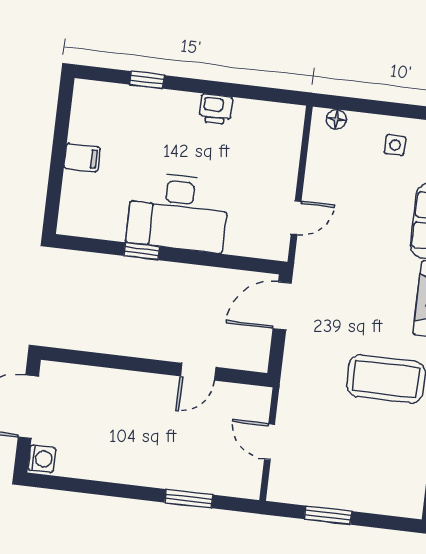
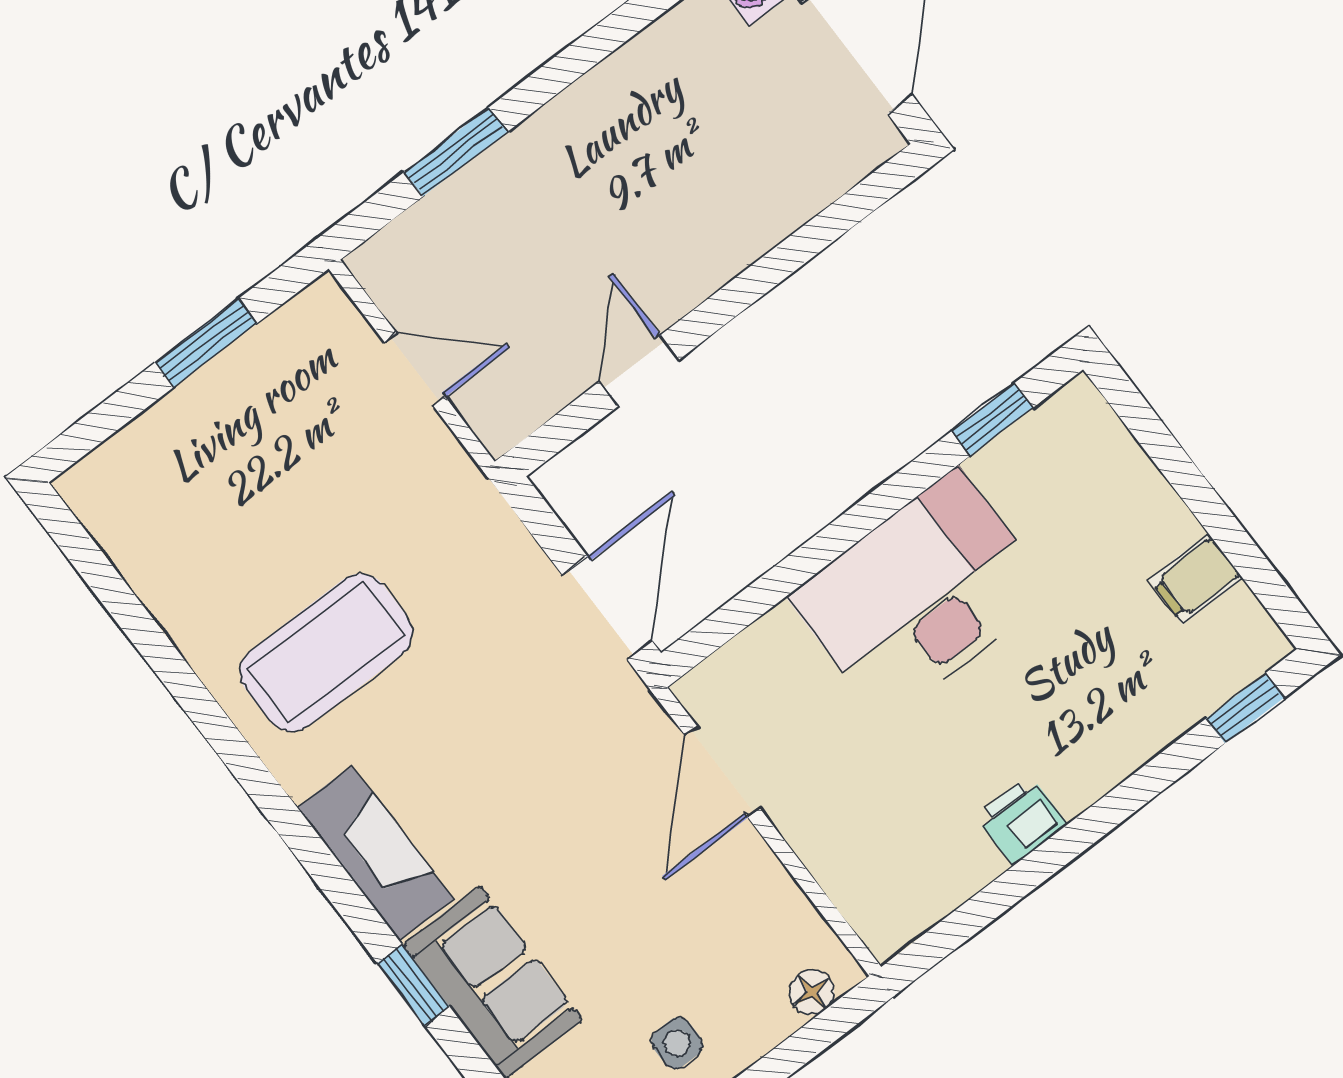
window: (147, 80) -> (1245, 708), moved
filing cabinet: (82, 158) -> (1196, 579), moved
door: (296, 218) -> (722, 772), width x1.37
window: (142, 251) -> (992, 419), moved

